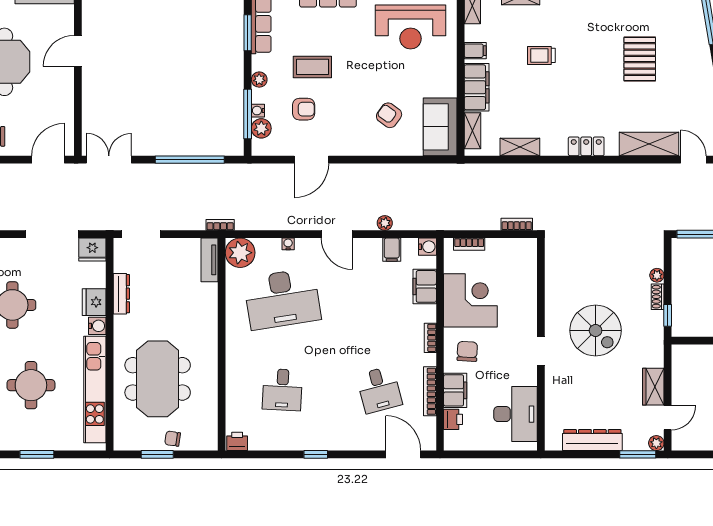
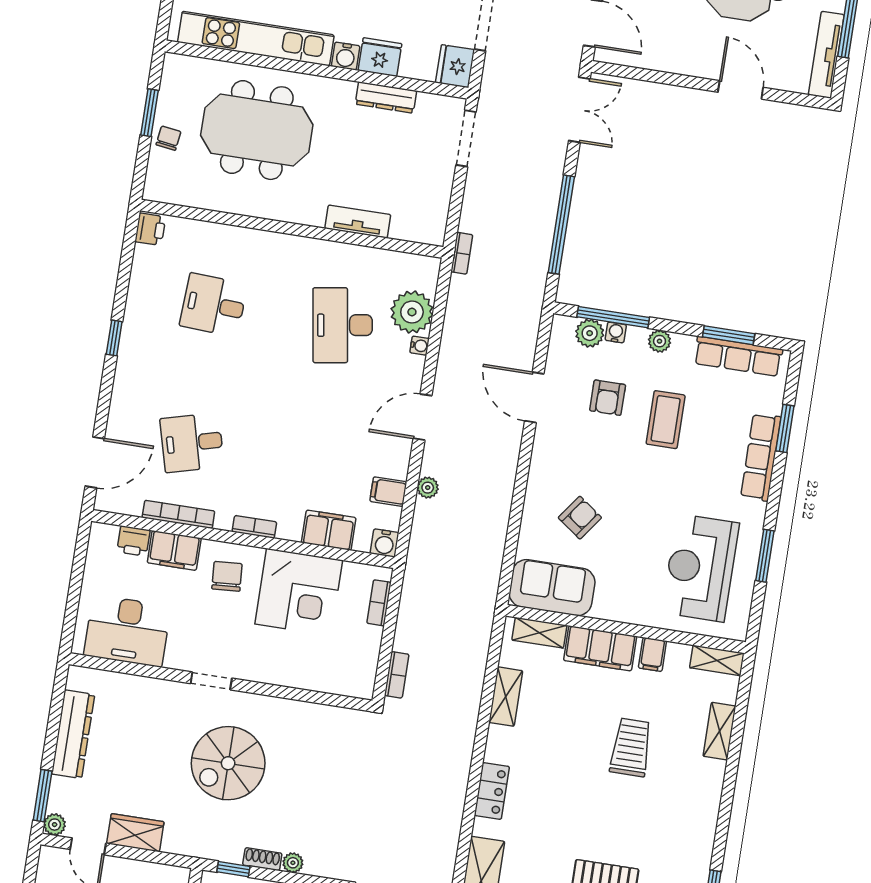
trolley: (541, 55) -> (631, 747), width x1.36, depth x1.39
plant: (240, 253) -> (412, 312), moved
tv unit: (209, 260) -> (358, 221), moved
desk: (282, 299) -> (343, 325), width x0.73, depth x0.77
chair: (467, 351) -> (227, 576), turned -97

